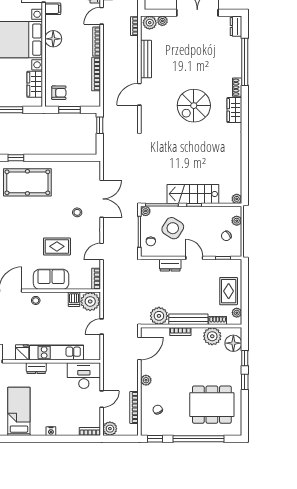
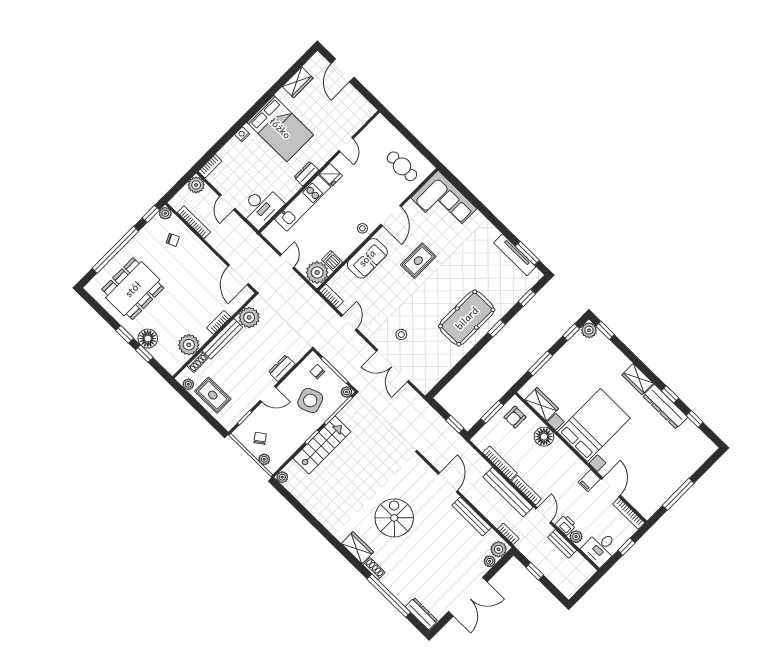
dresser: (236, 26) -> (421, 614), width x1.44
floor lamp: (53, 39) -> (544, 437), moved
bench: (109, 52) -> (508, 492), added
side table: (173, 228) -> (310, 400), turned 38
rug: (57, 246) -> (418, 261), moved
floor lamp: (233, 343) -> (148, 339), moved
plant: (146, 380) -> (165, 213), moved
bed: (19, 411) -> (280, 128), width x1.50

